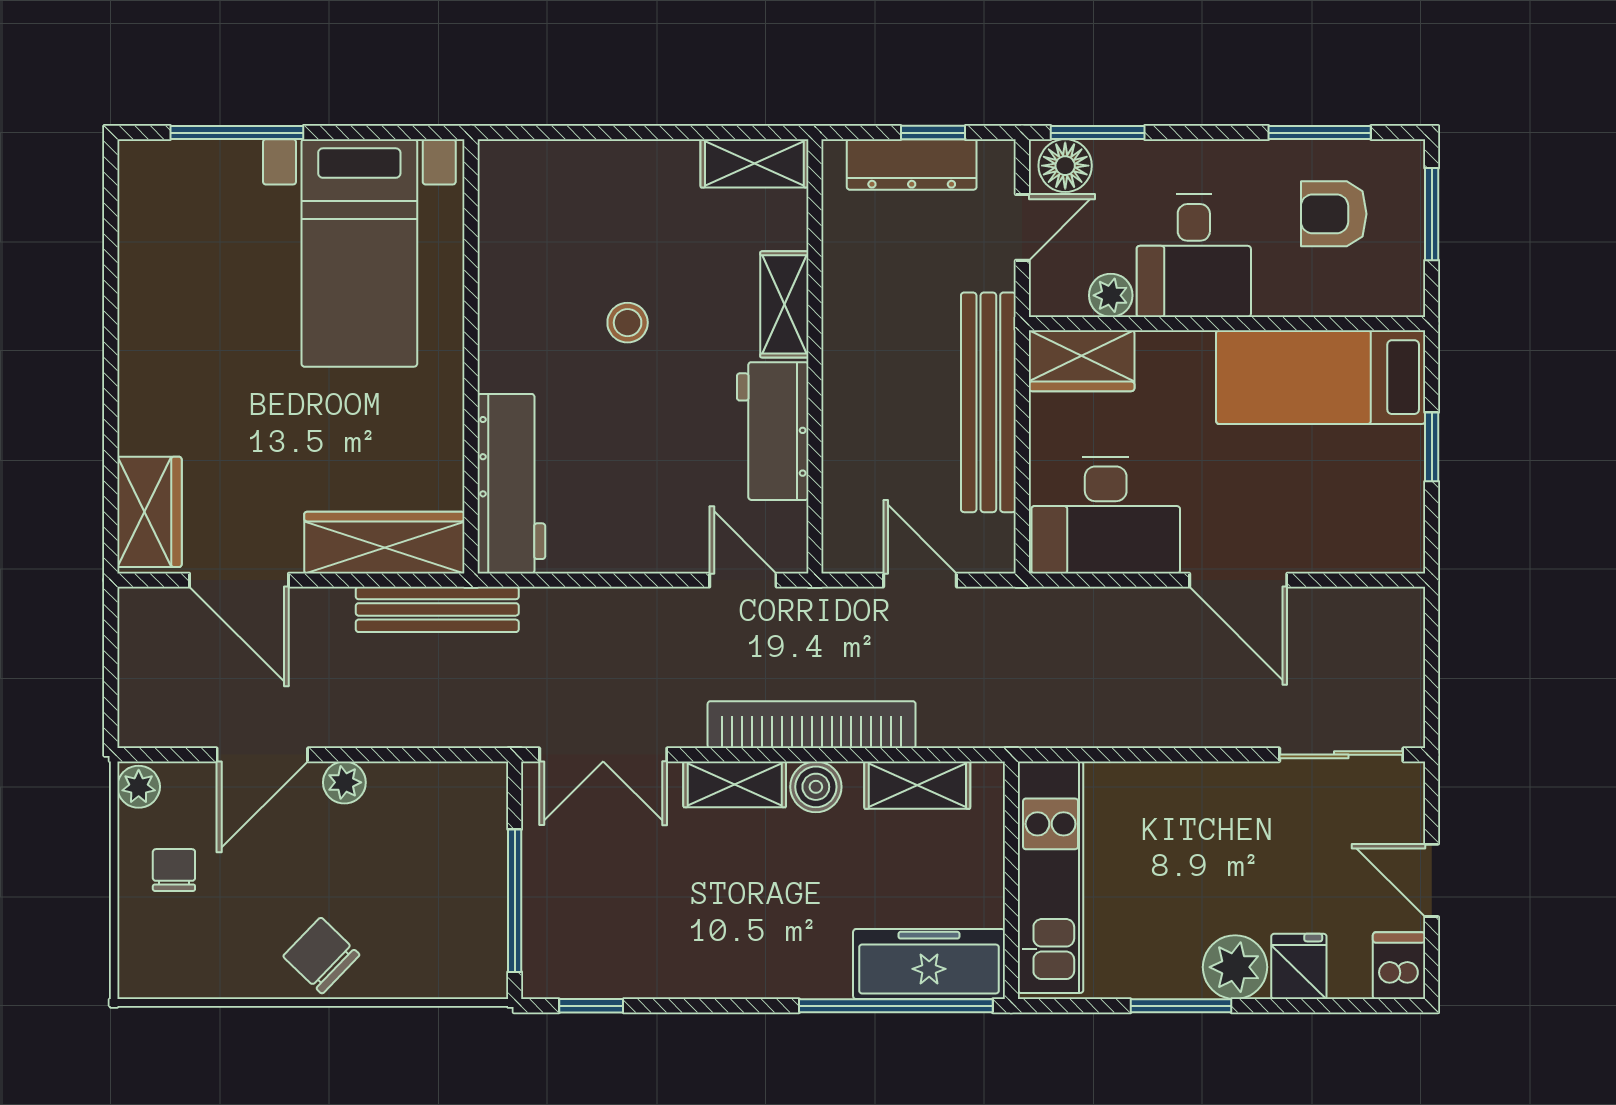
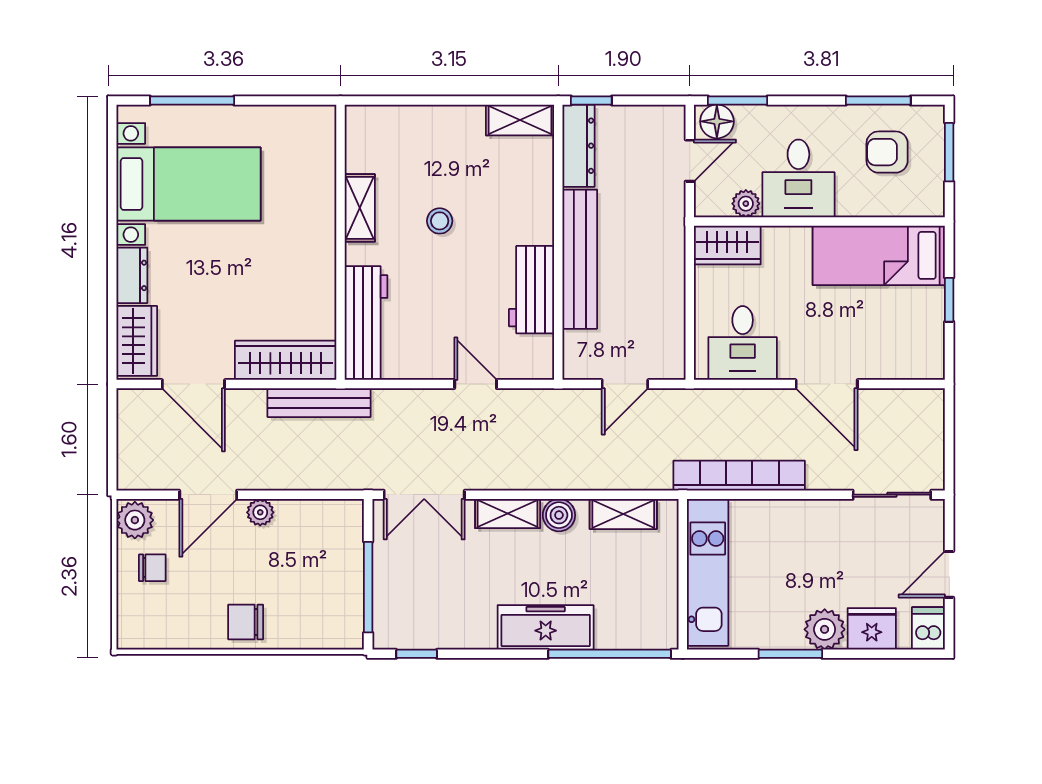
window: (933, 133) -> (591, 100), moved
dresser: (912, 164) -> (579, 146), moved, turned -90
bed with nightstands: (359, 253) -> (188, 184), moved, turned -90
shelving: (784, 304) -> (360, 208), moved
bench: (988, 402) -> (580, 259), moved
dresser: (142, 409) -> (132, 275), added
desk: (1106, 515) -> (743, 343), width x0.73
door: (743, 580) -> (476, 384), moved
door: (920, 580) -> (625, 384), swing flipped
bookcase: (812, 725) -> (739, 476), moved
plant: (139, 787) -> (135, 520), width x1.38, depth x1.38
chair: (174, 870) -> (152, 568), turned 90
door: (1432, 880) -> (949, 574), hinge flipped
chair: (321, 956) -> (246, 622), turned -44
freezer: (929, 964) -> (546, 627), moved
fridge: (1299, 966) -> (872, 629), width x1.38

